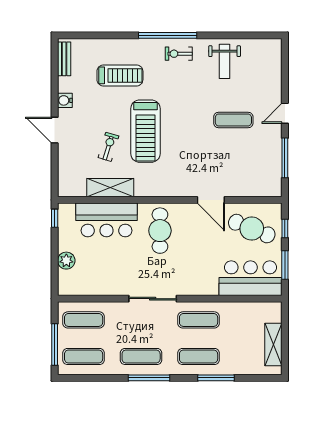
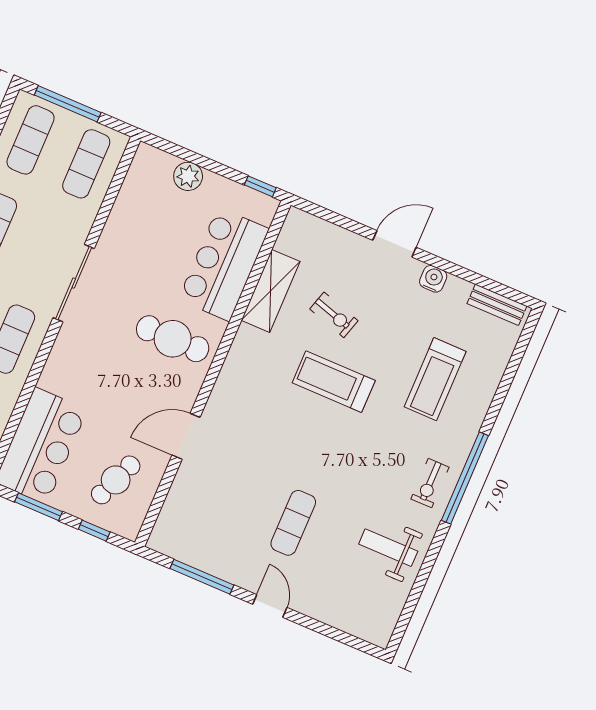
exercise bike: (179, 54) -> (430, 483), turned 180
treadmill: (145, 131) -> (334, 382), width x0.73, depth x0.73
cafe table: (252, 229) -> (116, 480), width x0.73, depth x0.74

